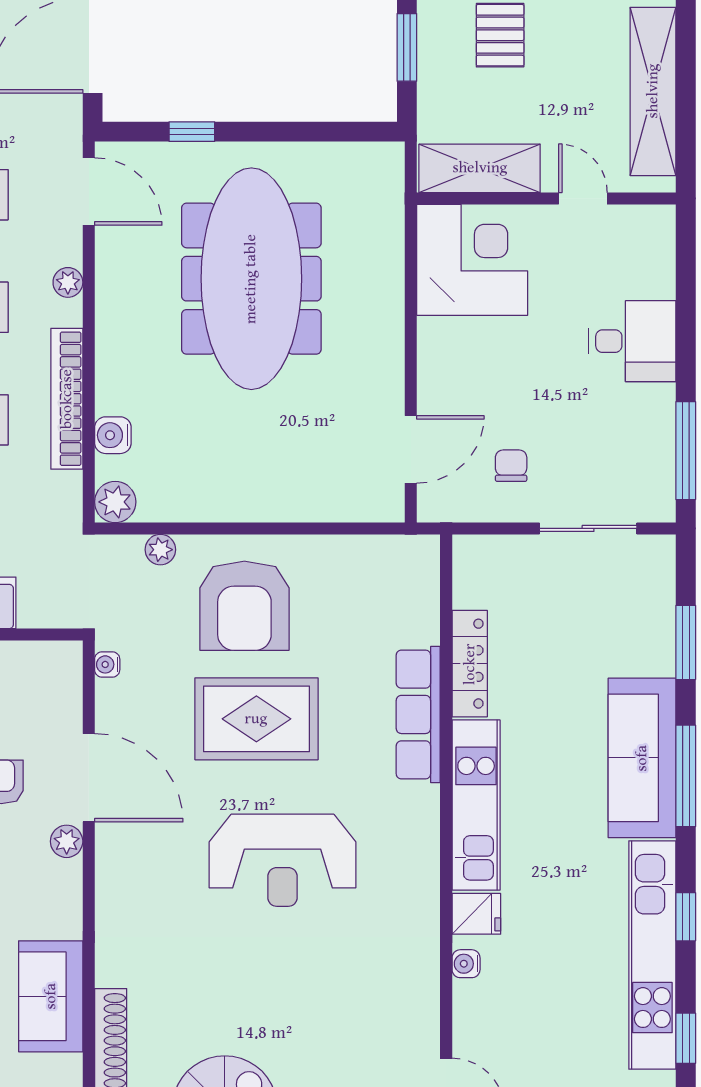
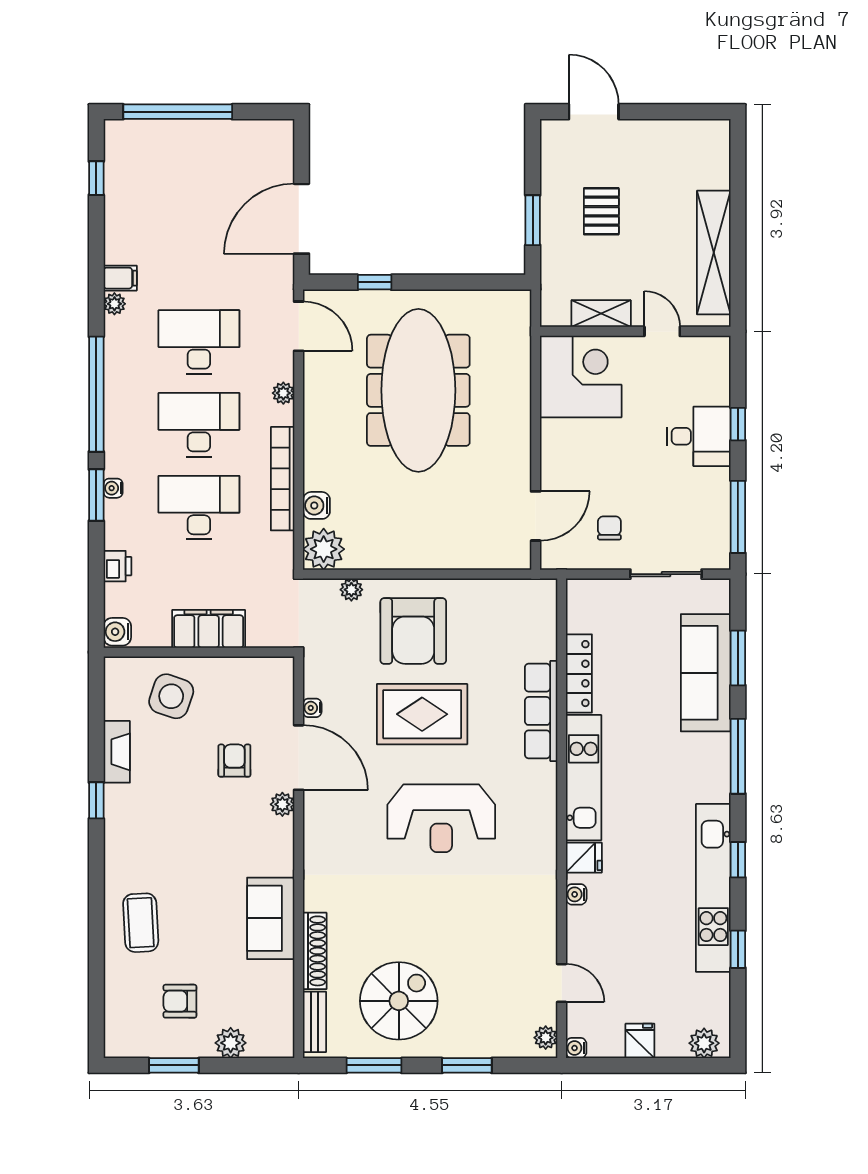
shelving: (480, 168) -> (601, 314), width x0.67, depth x0.75
window: (686, 325) -> (738, 424), added
plant: (115, 502) -> (324, 549), width x1.36, depth x1.36
water cooler: (107, 664) -> (312, 708), moved
sofa: (642, 758) -> (706, 673), moved

